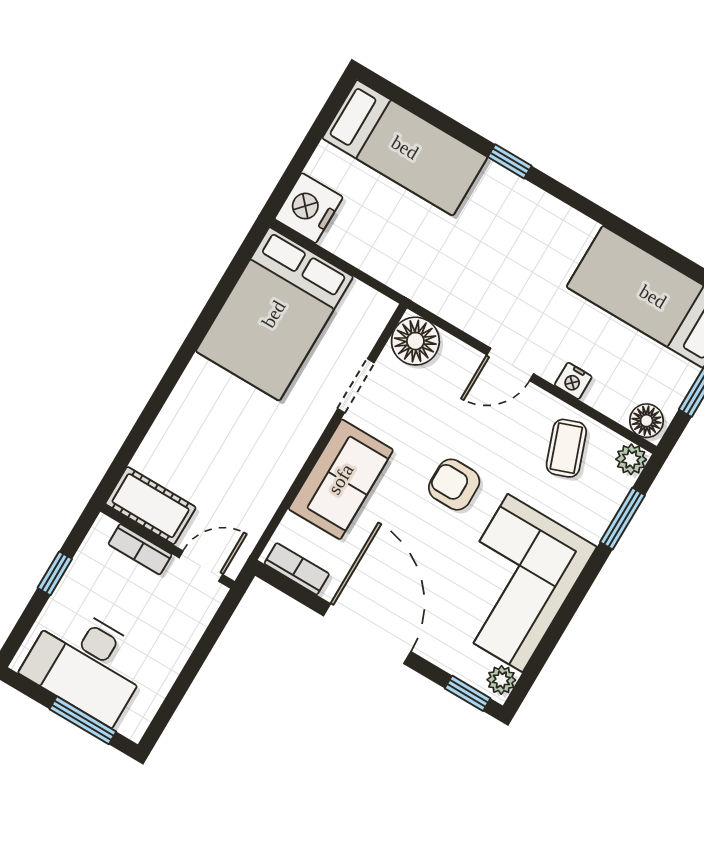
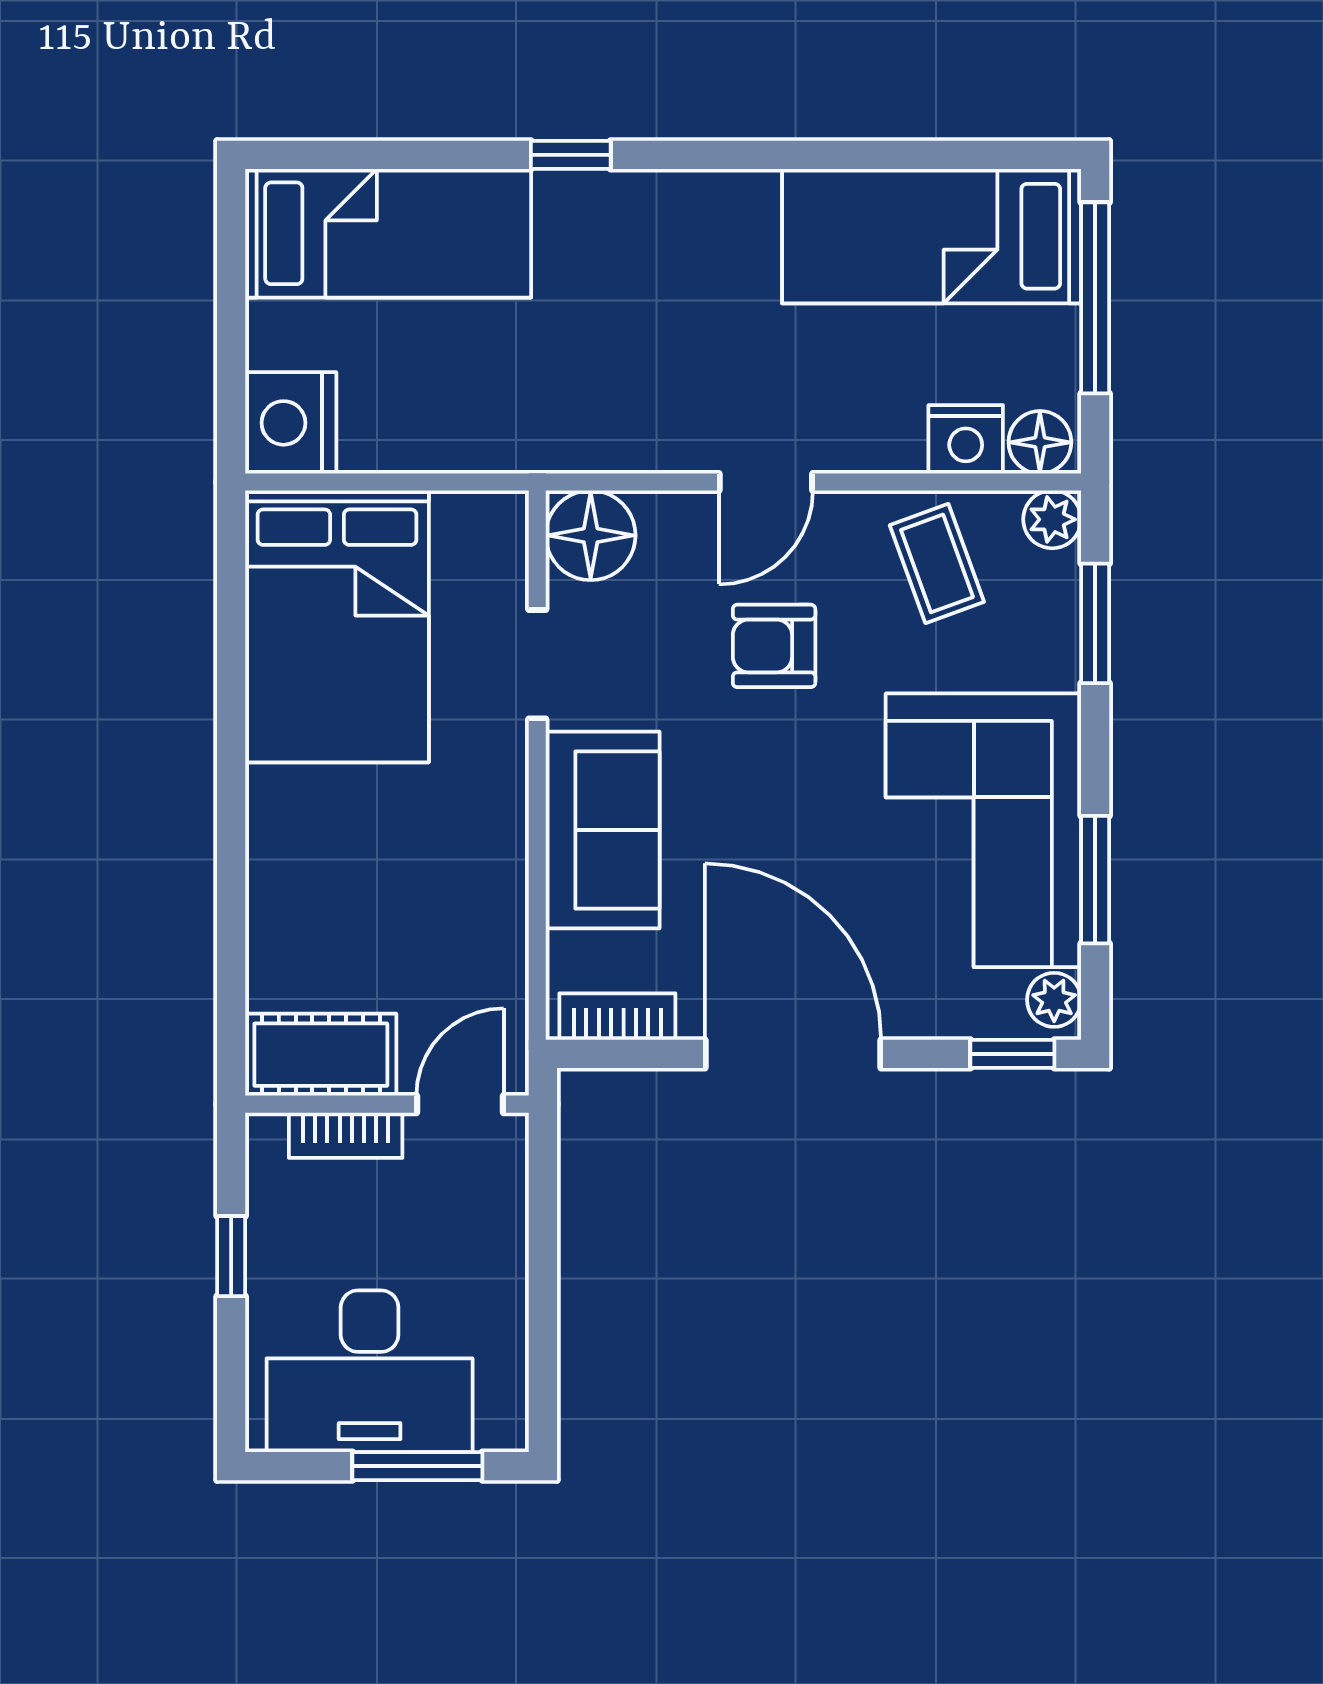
nightstand: (573, 381) -> (966, 439), moved, width x1.39, depth x1.35
armchair: (454, 485) -> (774, 646), moved
window: (553, 636) -> (1095, 880), added

